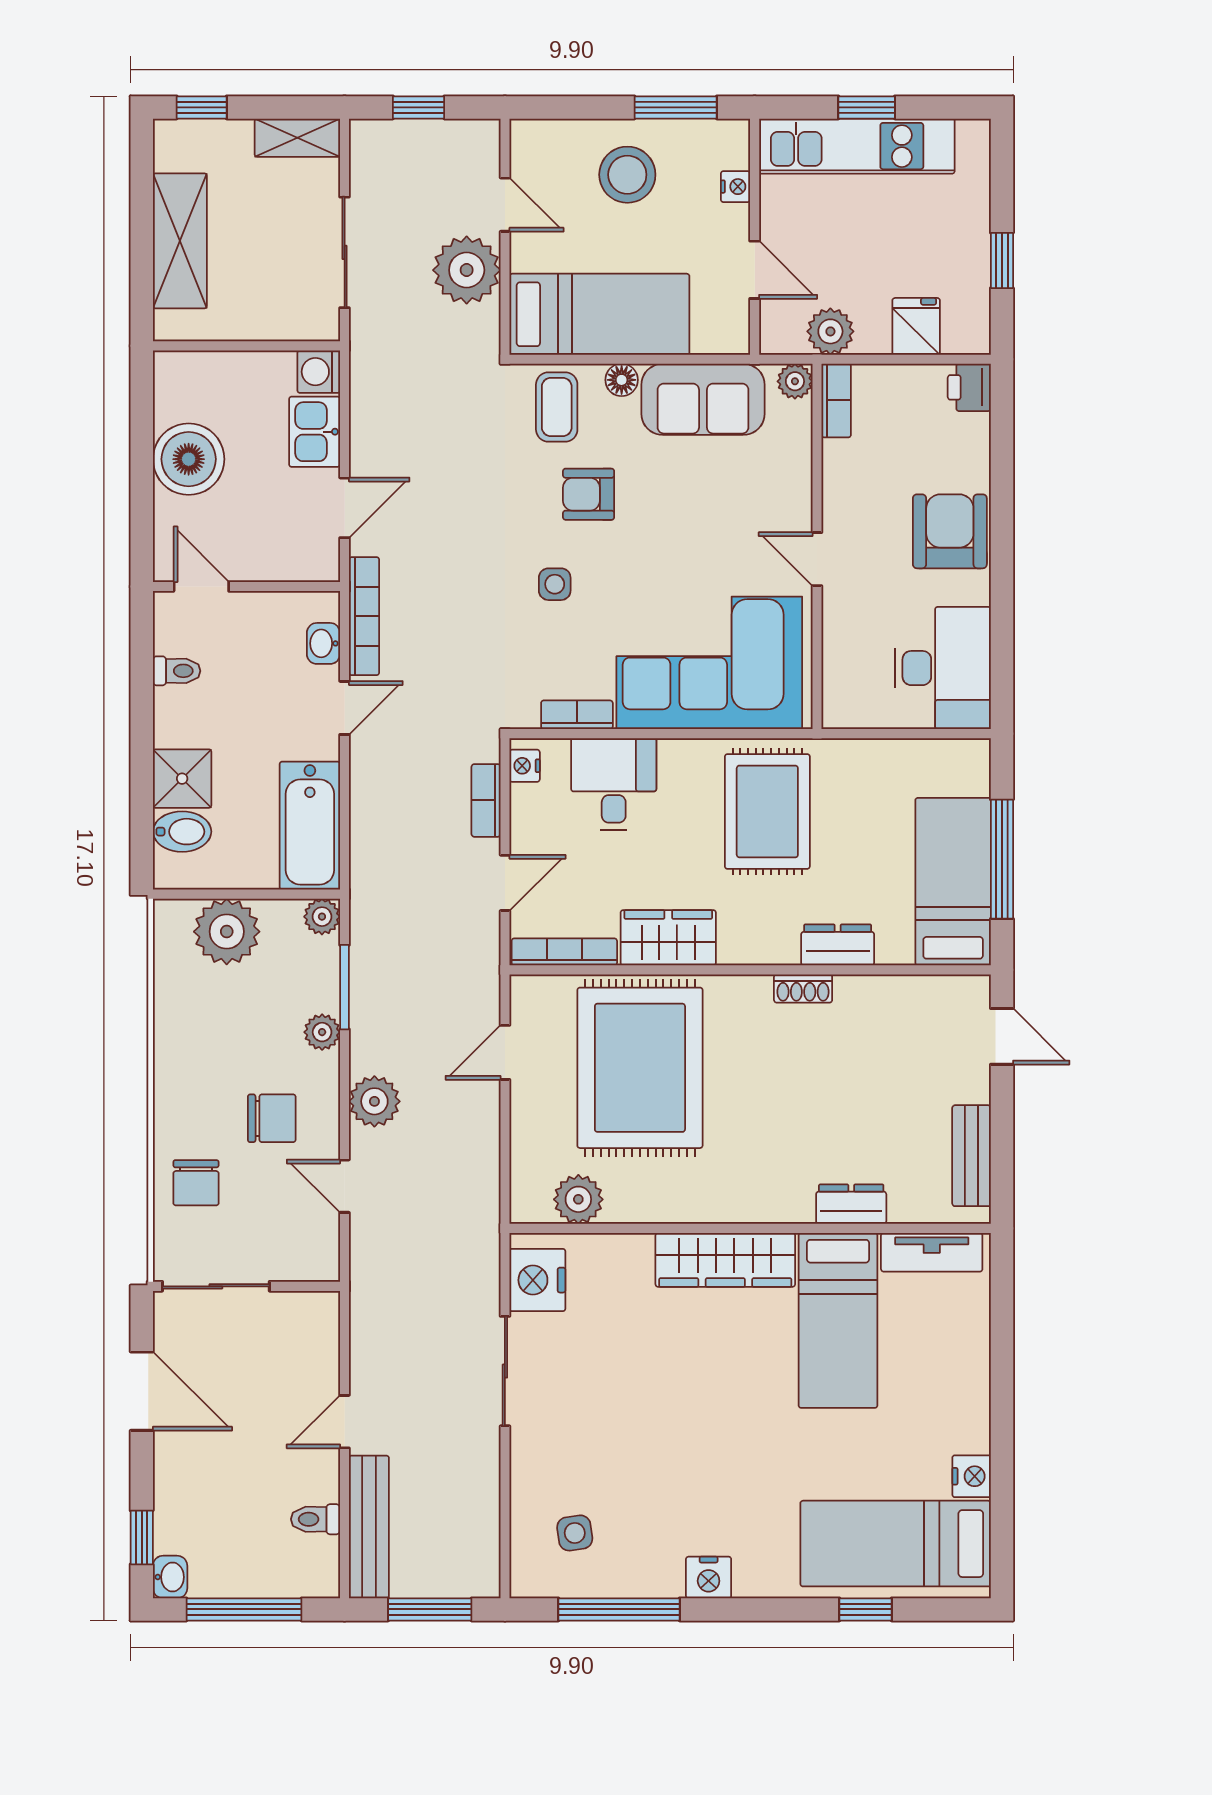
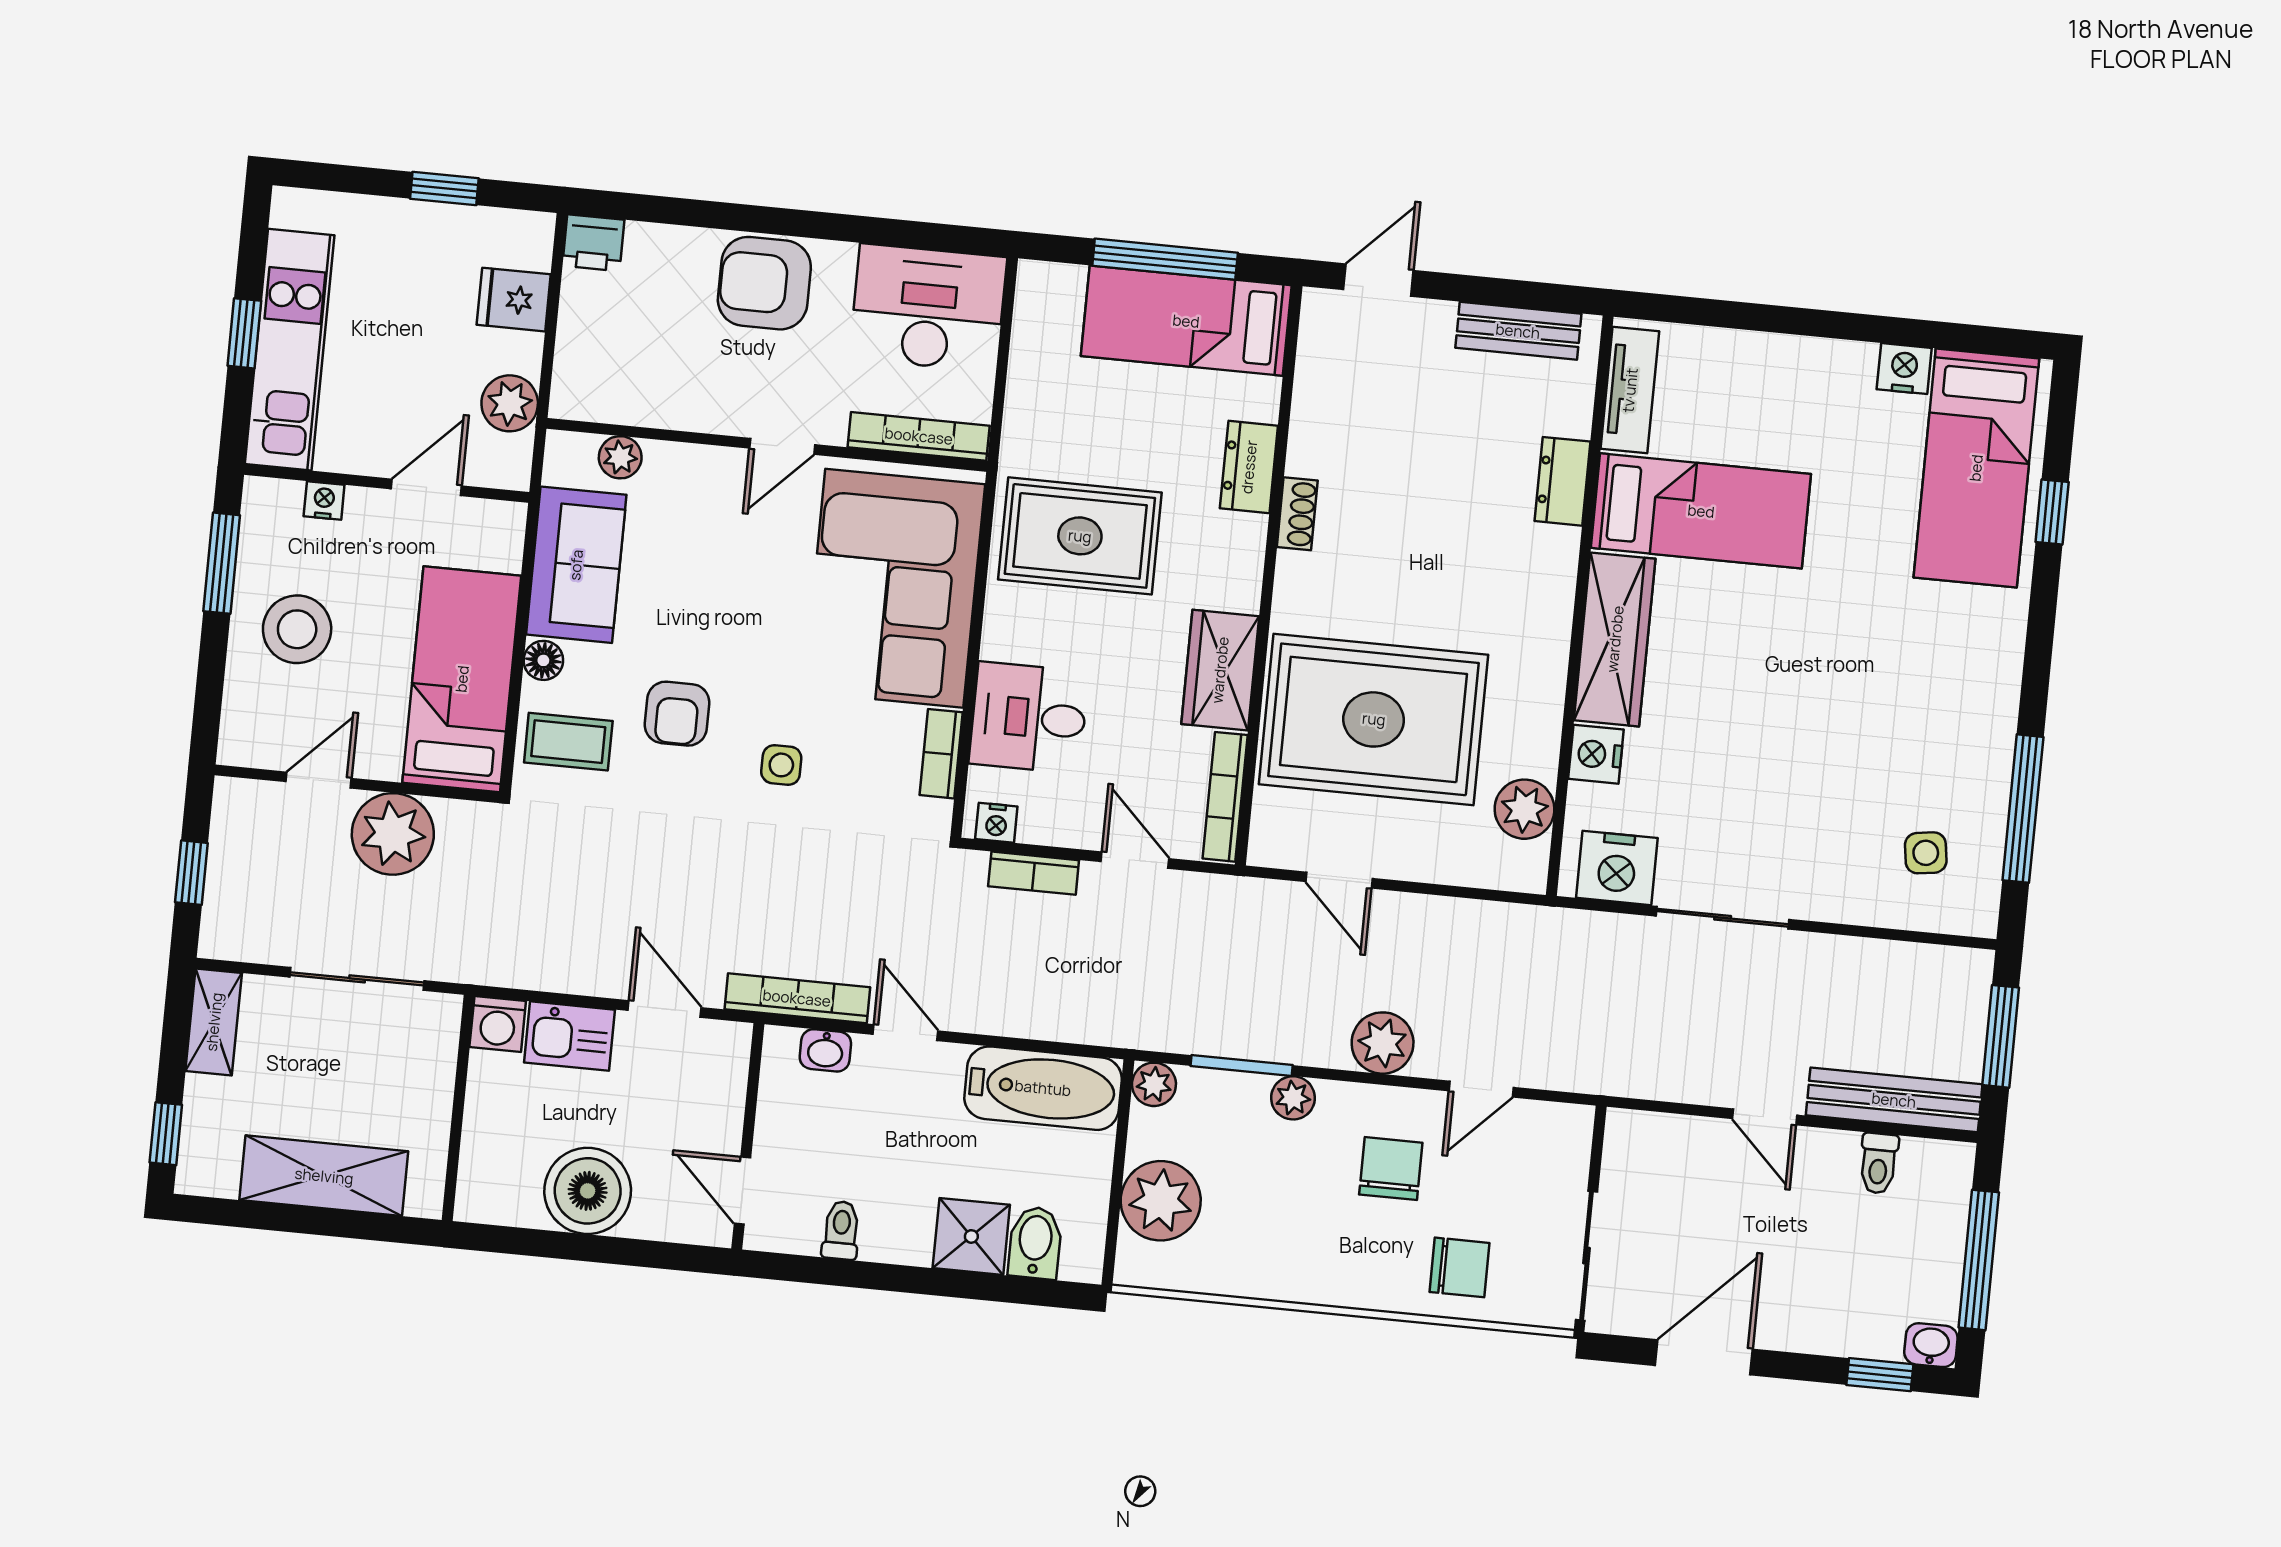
plant: (795, 381) -> (620, 457), moved
bookcase: (836, 400) -> (919, 436), moved, width x1.56
door: (201, 587) -> (742, 1191), hinge flipped
nightstand: (709, 1578) -> (1596, 754), moved, turned 180

